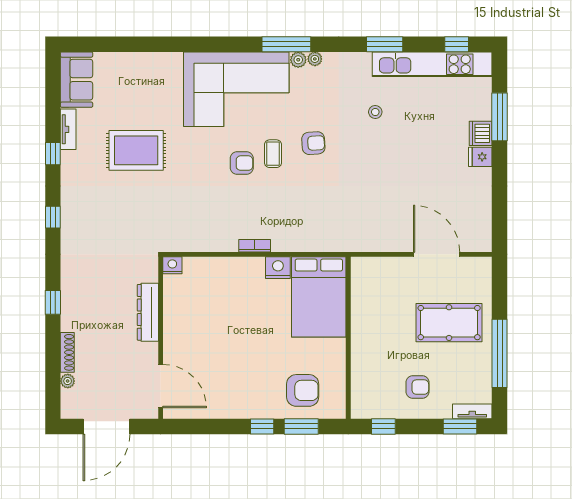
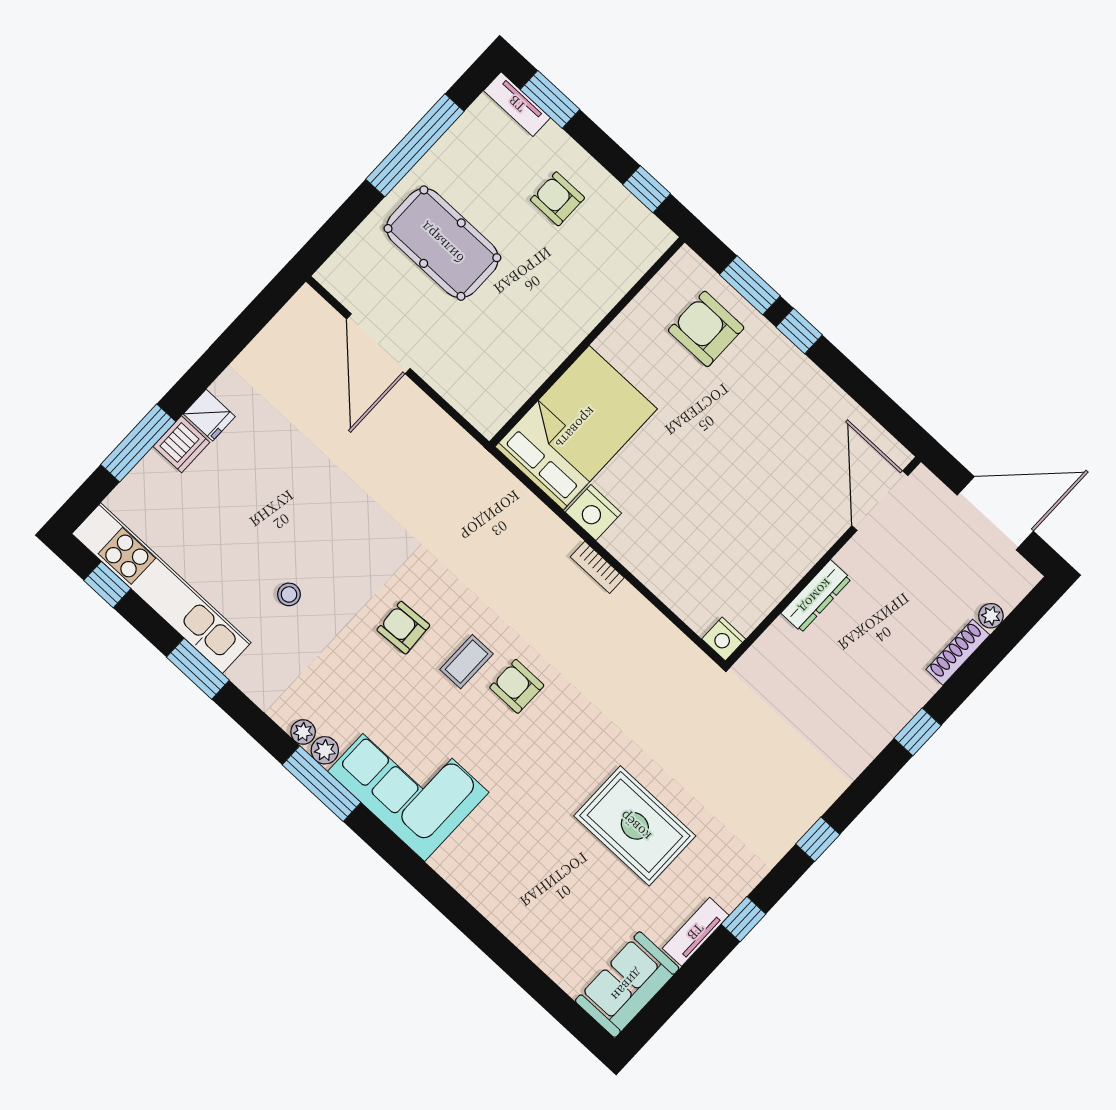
corner sofa: (236, 89) -> (408, 782), width x0.73, depth x0.74
dresser: (148, 312) -> (816, 596), width x0.73, depth x0.80

